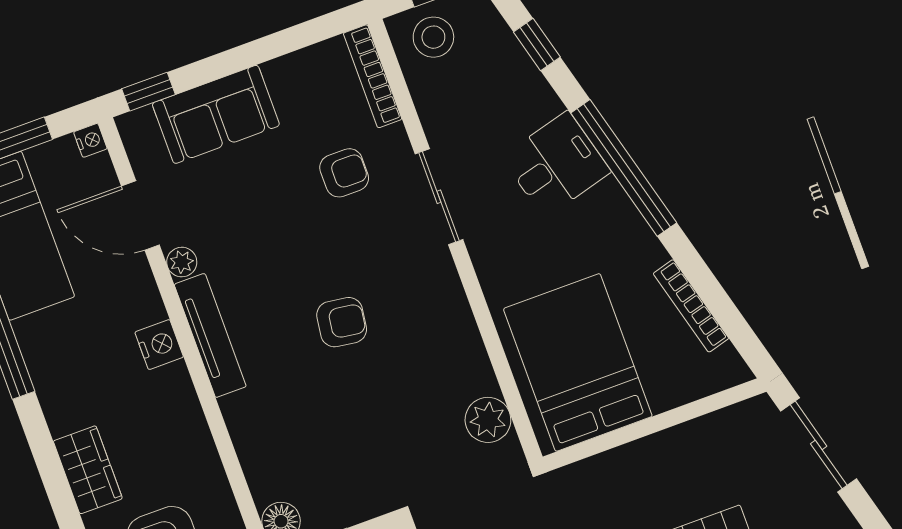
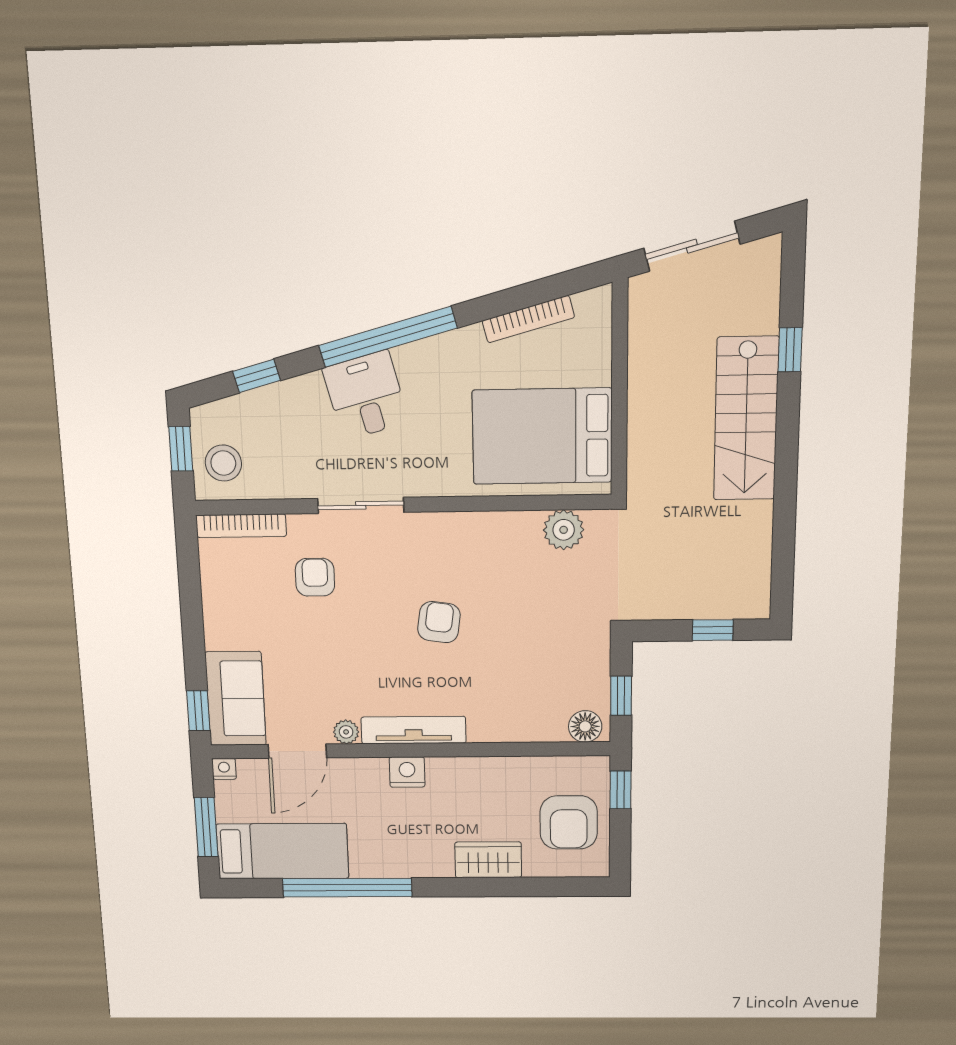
sofa: (216, 114) -> (236, 699), moved

